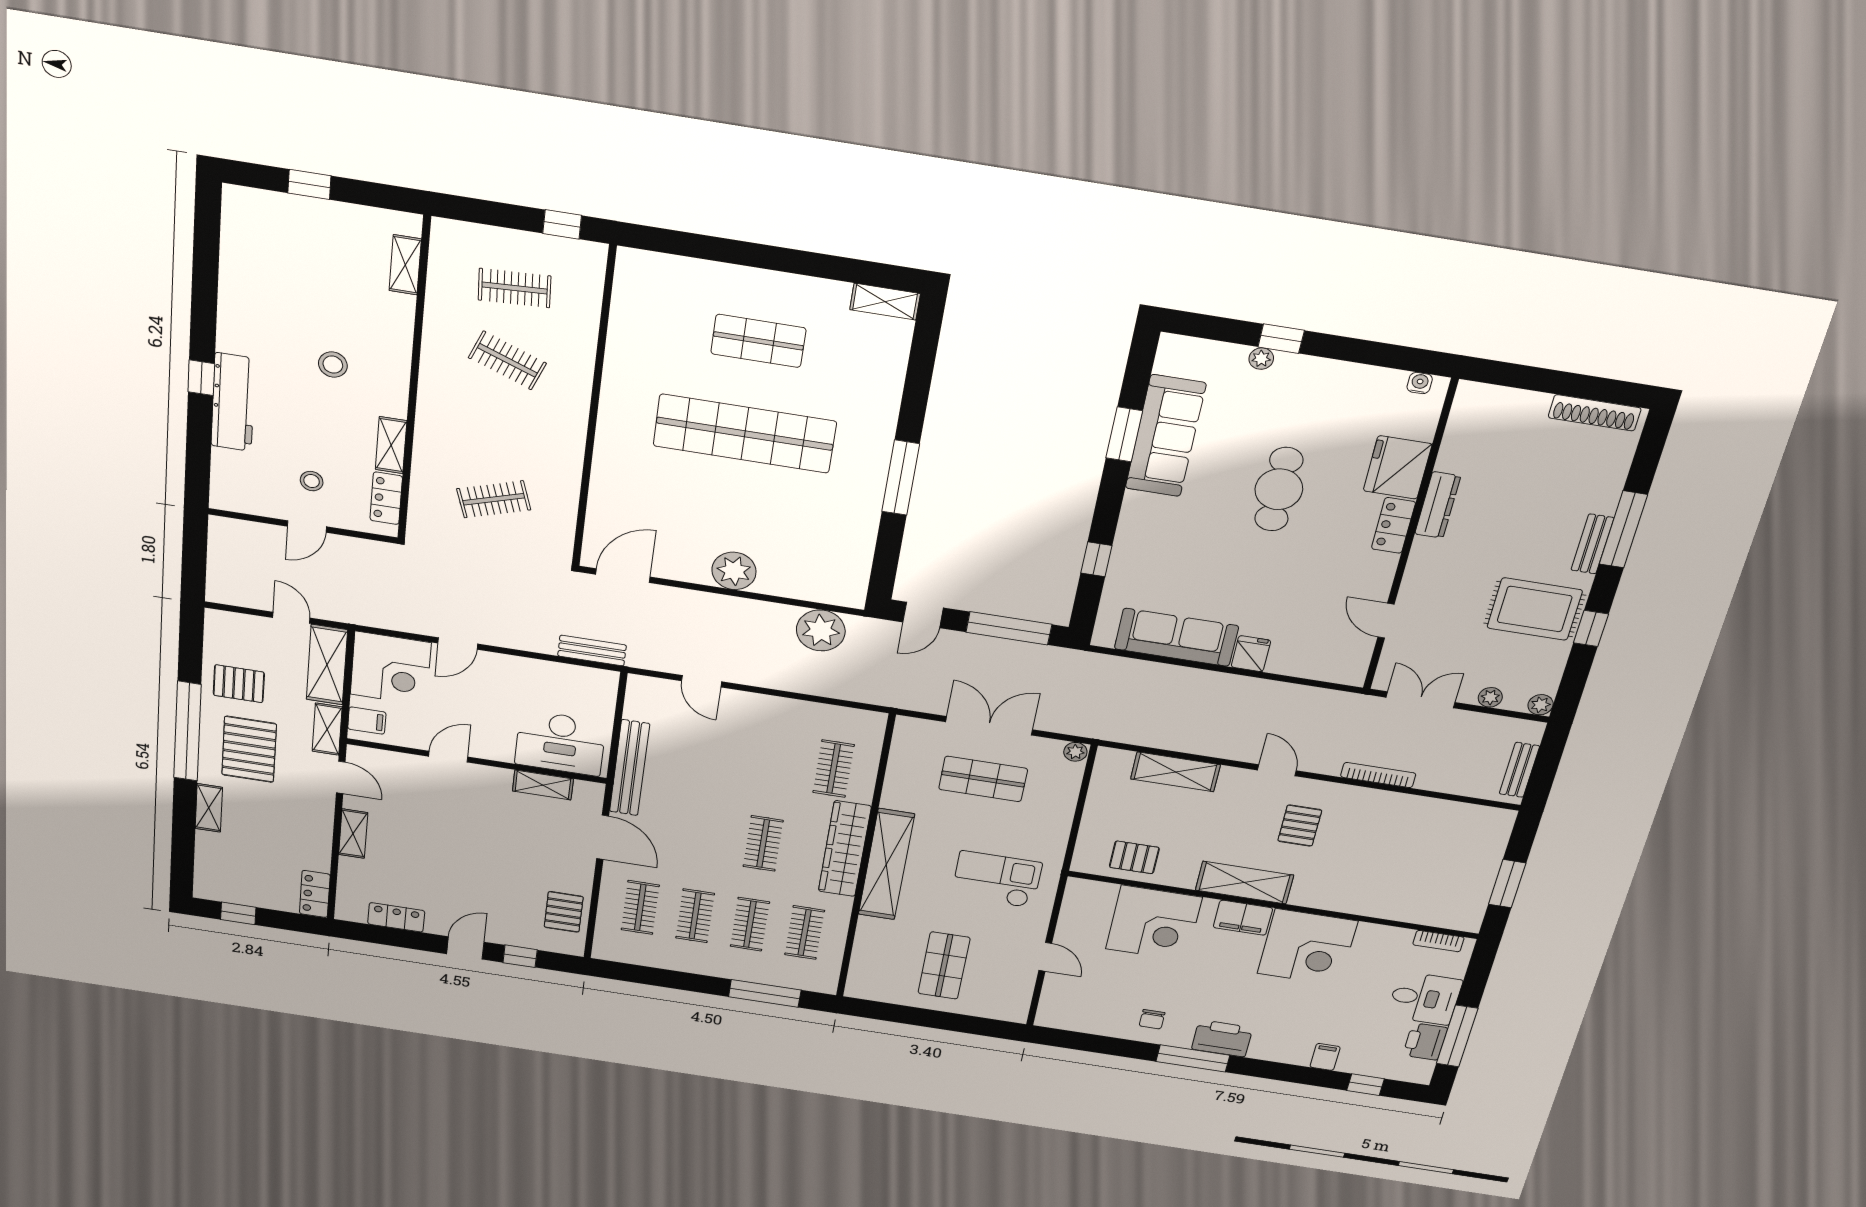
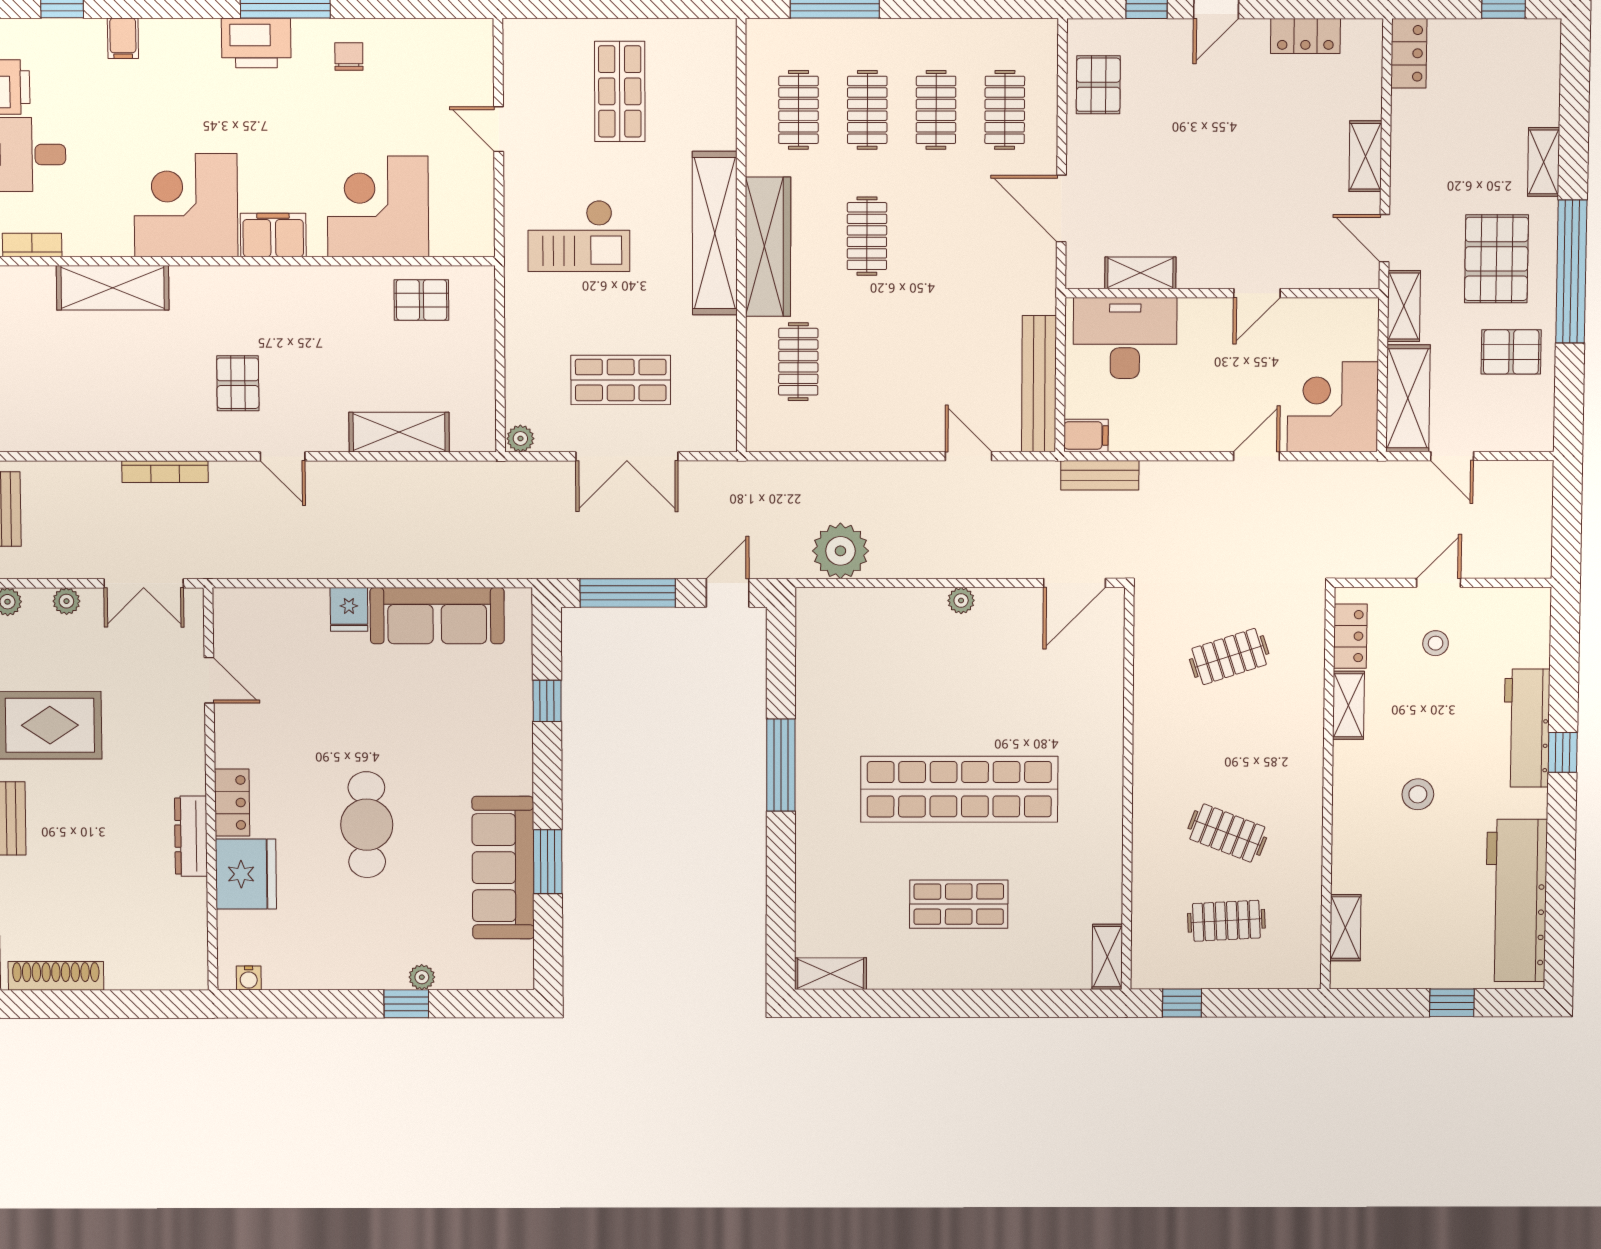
workbench: (246, 263) -> (1516, 900), added
shelving: (627, 275) -> (1107, 957), added
plant: (734, 571) -> (961, 600), width x0.53, depth x0.53
filing cabinet: (367, 721) -> (1086, 435), moved, turned 180
bench: (630, 768) -> (1039, 384), moved
shelving: (1245, 883) -> (113, 288), moved

